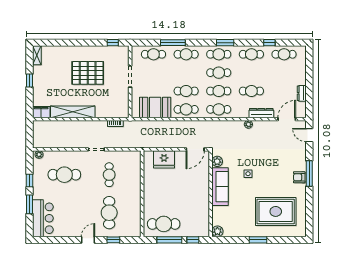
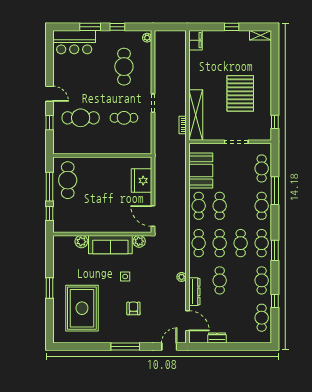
shelving: (73, 112) -> (196, 115), moved
armchair: (299, 177) -> (133, 308), moved
plant: (217, 231) -> (81, 242), moved

